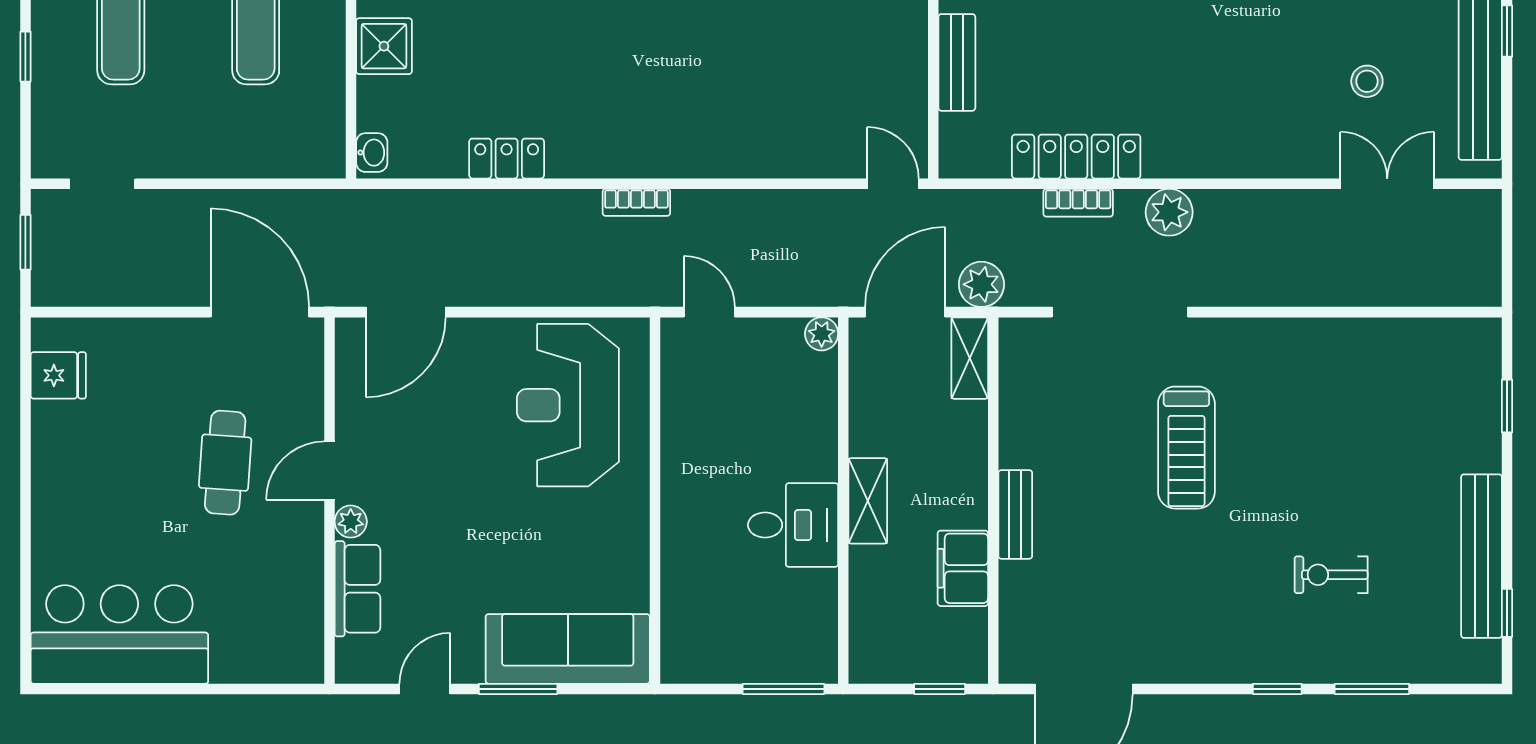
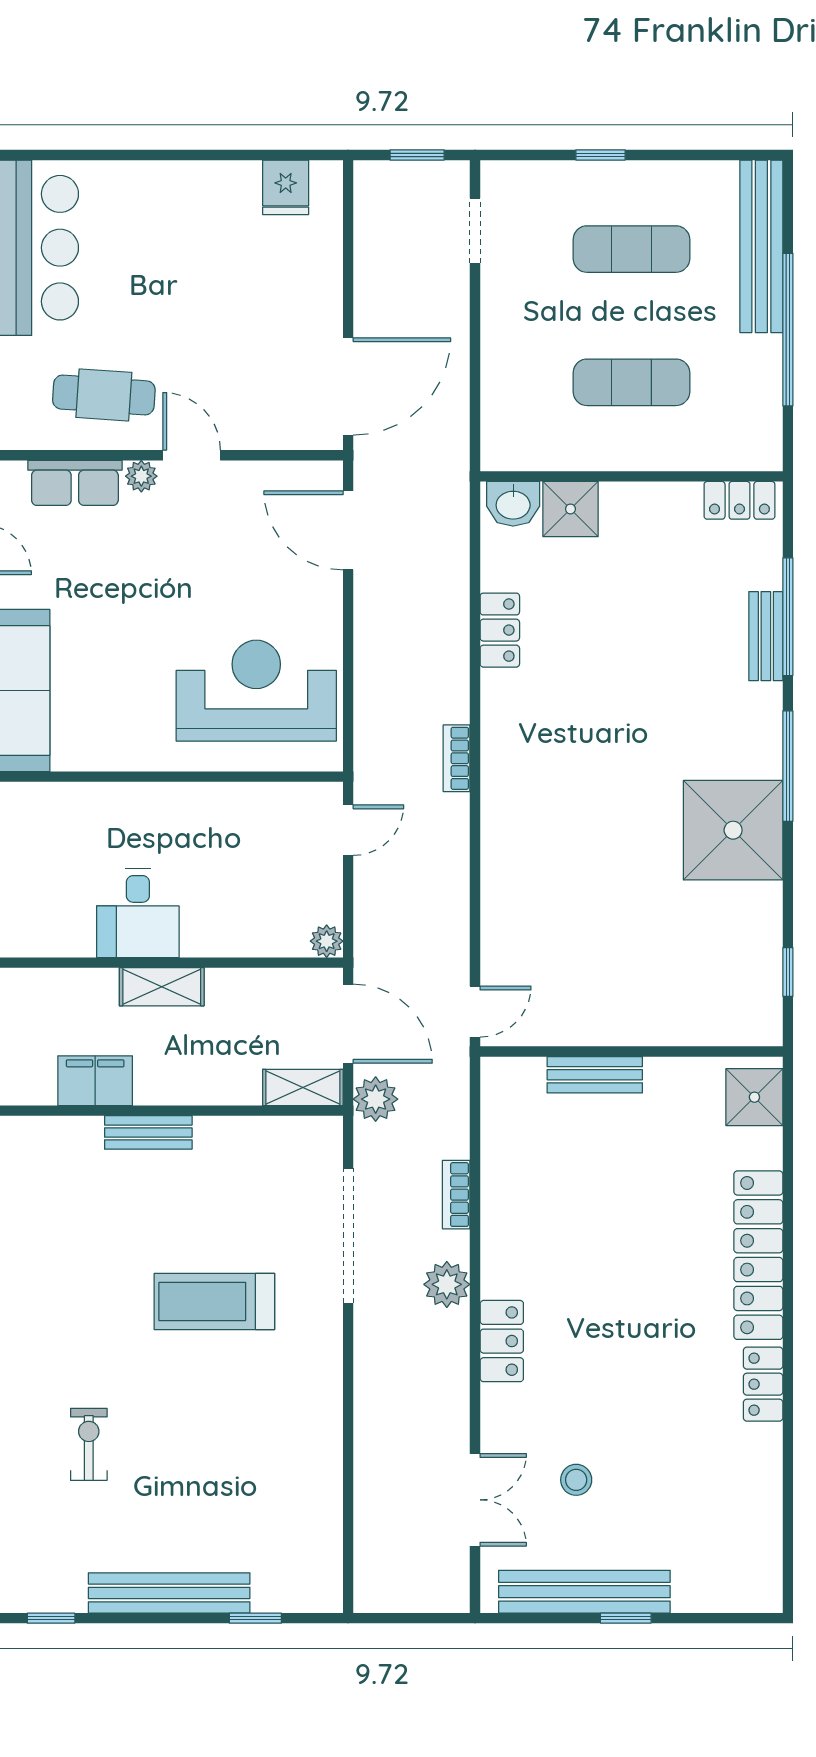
shower: (384, 46) -> (570, 509), moved
washbasin: (372, 153) -> (513, 504), width x1.38, depth x1.45
locker: (1076, 157) -> (502, 1341), moved, width x0.66
cafe table: (225, 463) -> (104, 395), moved
bench: (1481, 556) -> (169, 1593), moved

